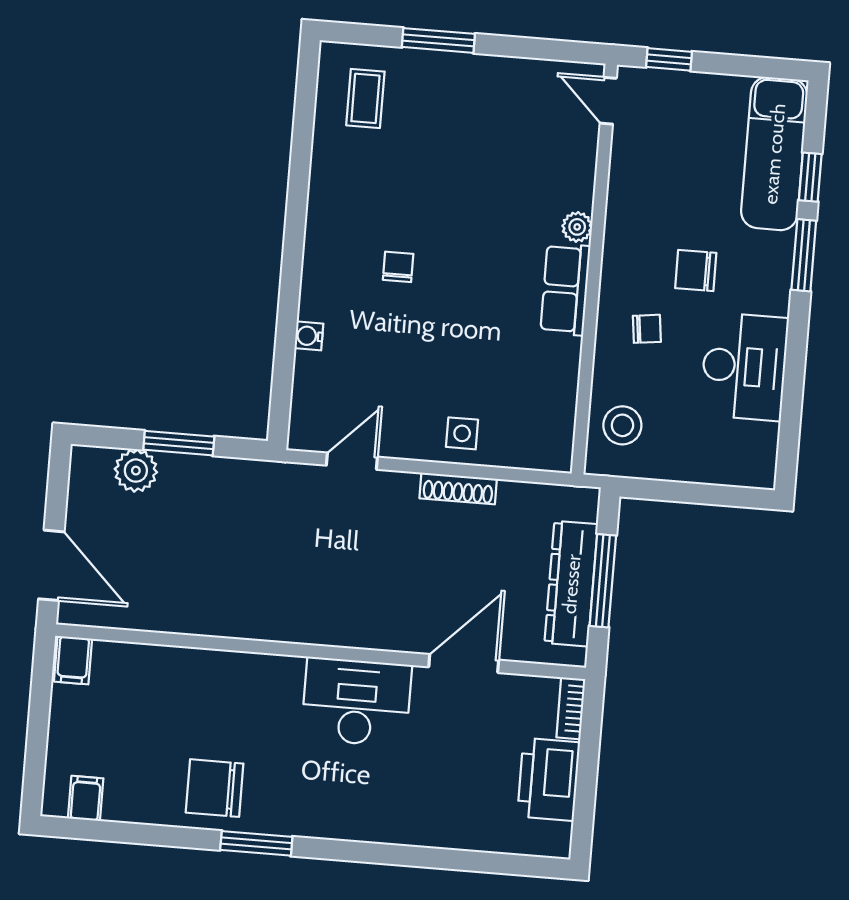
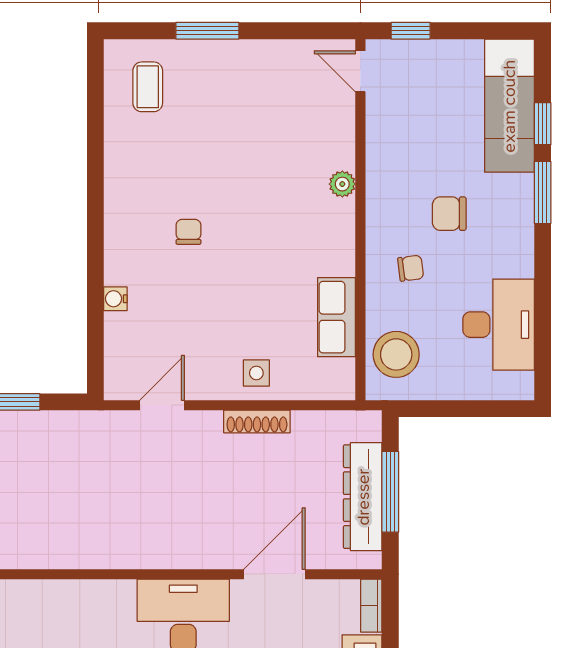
row of seats: (565, 289) -> (336, 317), moved
desk: (744, 367) -> (499, 325), moved
stool: (622, 425) -> (396, 354), width x1.38, depth x1.38

